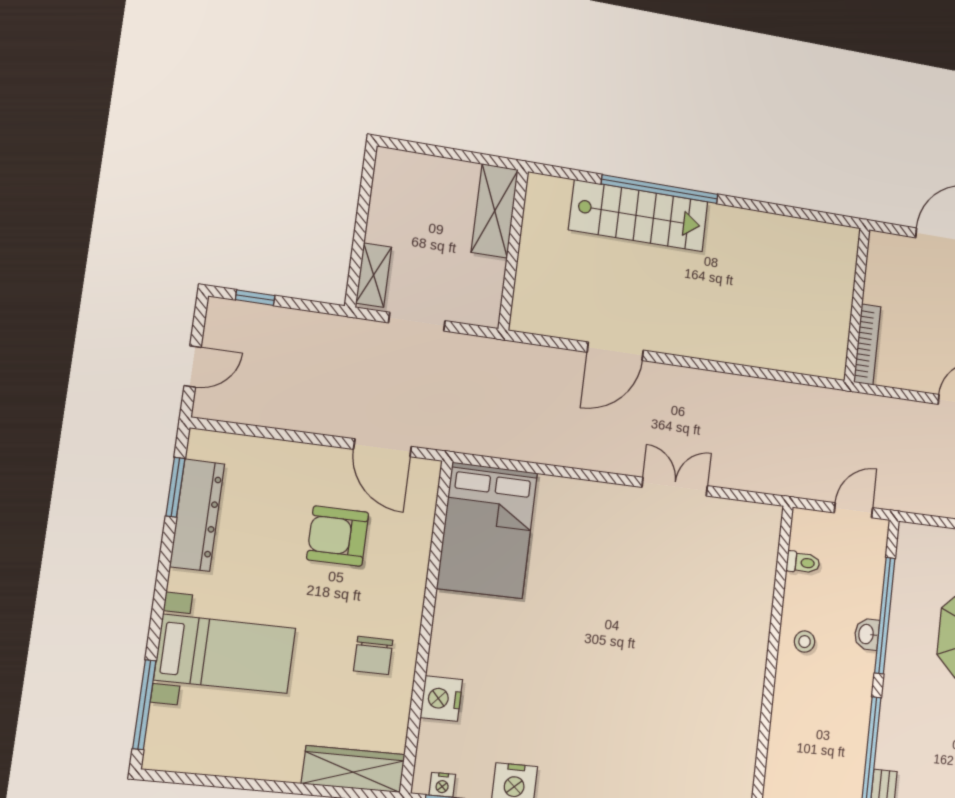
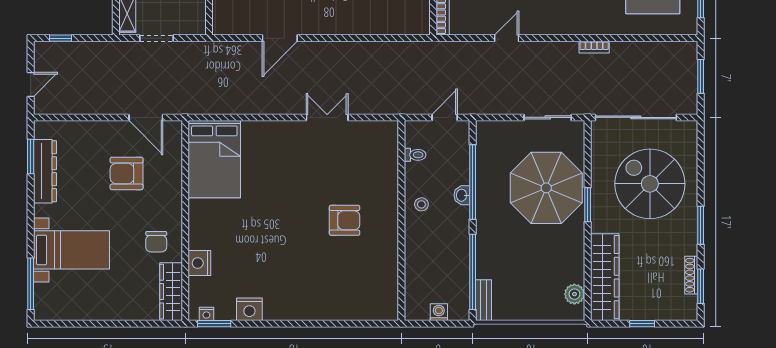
armchair: (684, 654) -> (345, 220), added
wardrobe: (353, 769) -> (171, 292), moved, turned -90

